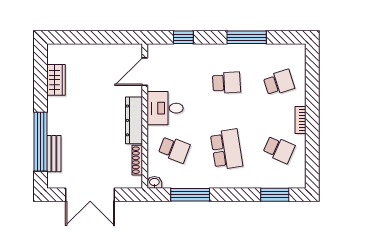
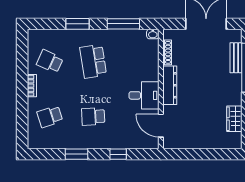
window: (183, 37) -> (118, 154), moved
window: (247, 37) -> (77, 154), width x0.69
door: (145, 72) -> (161, 126), swing flipped
school desk: (174, 149) -> (136, 61), removed
window: (275, 195) -> (77, 24), moved

